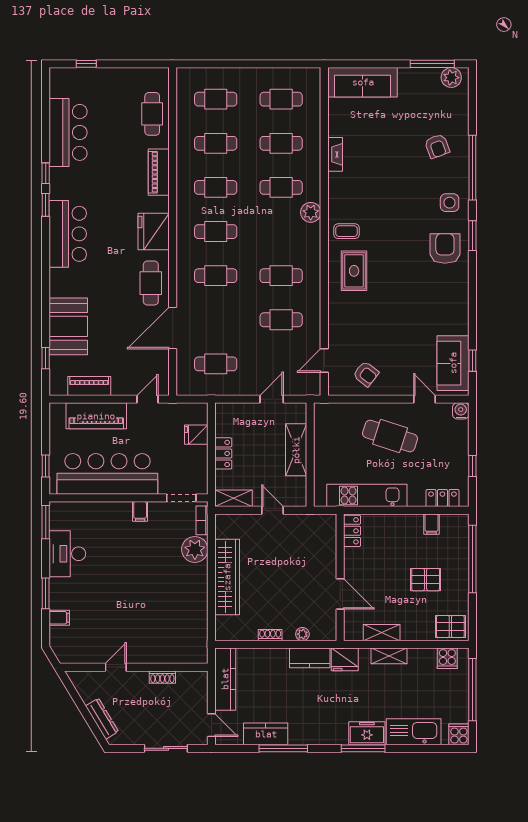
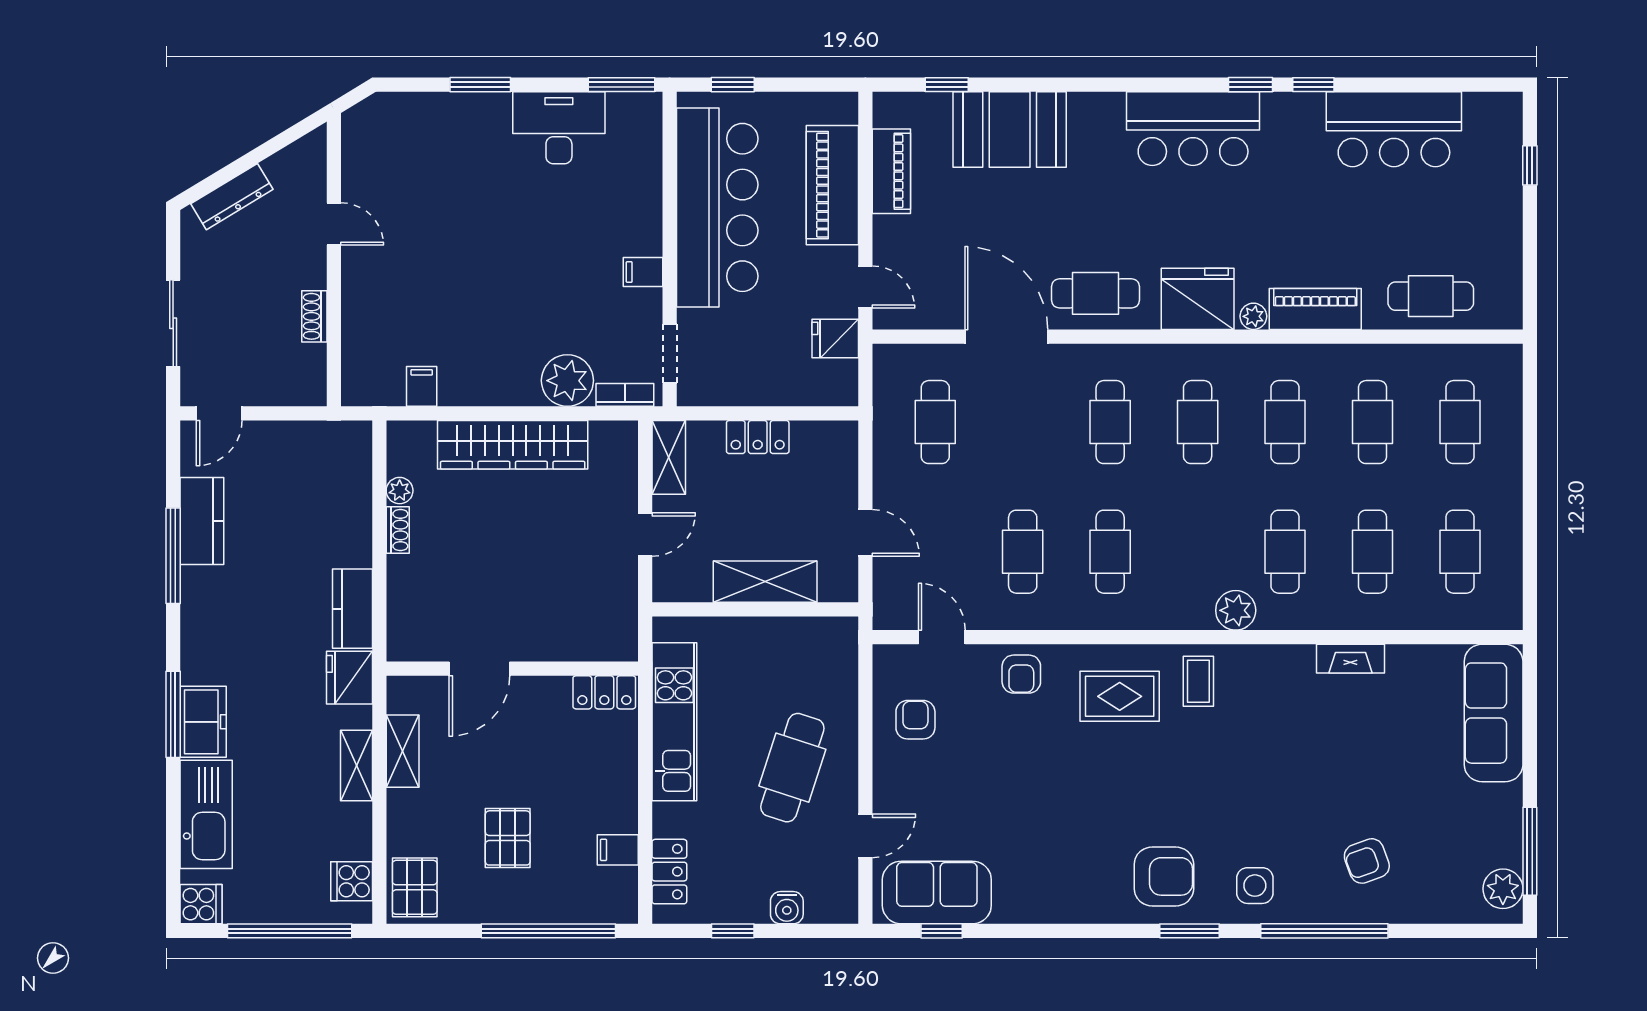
plant: (162, 203) -> (1253, 316), added
armchair: (343, 320) -> (1021, 674), added
armchair: (366, 374) -> (915, 720), turned 142
water cooler: (461, 411) -> (787, 908), moved, turned 90
fridge: (196, 435) -> (835, 338), moved, turned -90
filing cabinet: (59, 618) -> (422, 386), moved, turned 180
plant: (302, 634) -> (400, 491), moved
kitchen counter: (225, 679) -> (310, 441), removed

